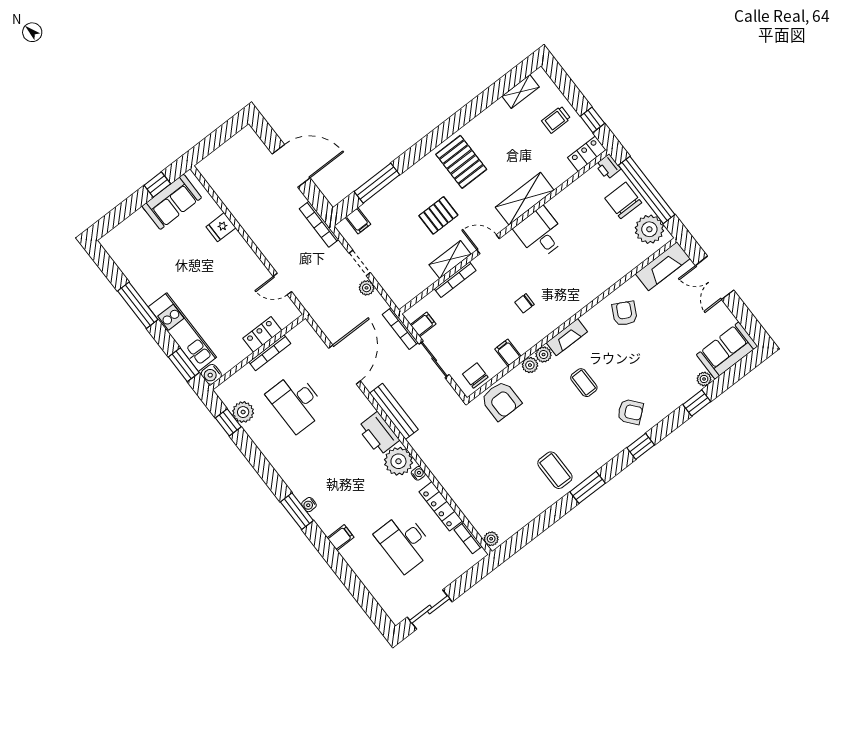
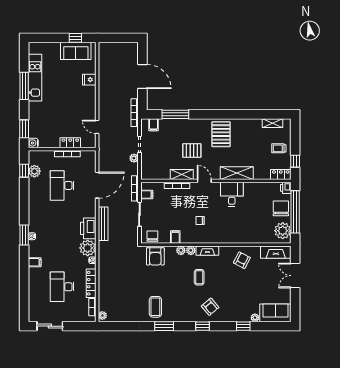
kitchen unit: (182, 332) -> (35, 78), moved

